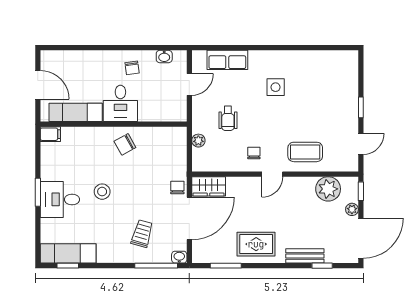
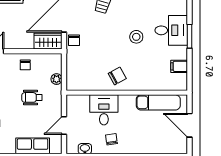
desk: (120, 103) -> (104, 110), moved
wheelchair: (228, 118) -> (32, 97), turned -90
filing cabinet: (50, 134) -> (179, 66), moved
chair: (254, 153) -> (25, 65), moved

